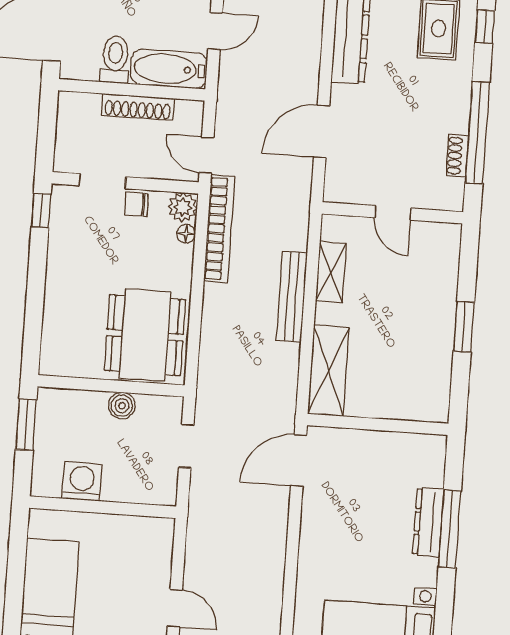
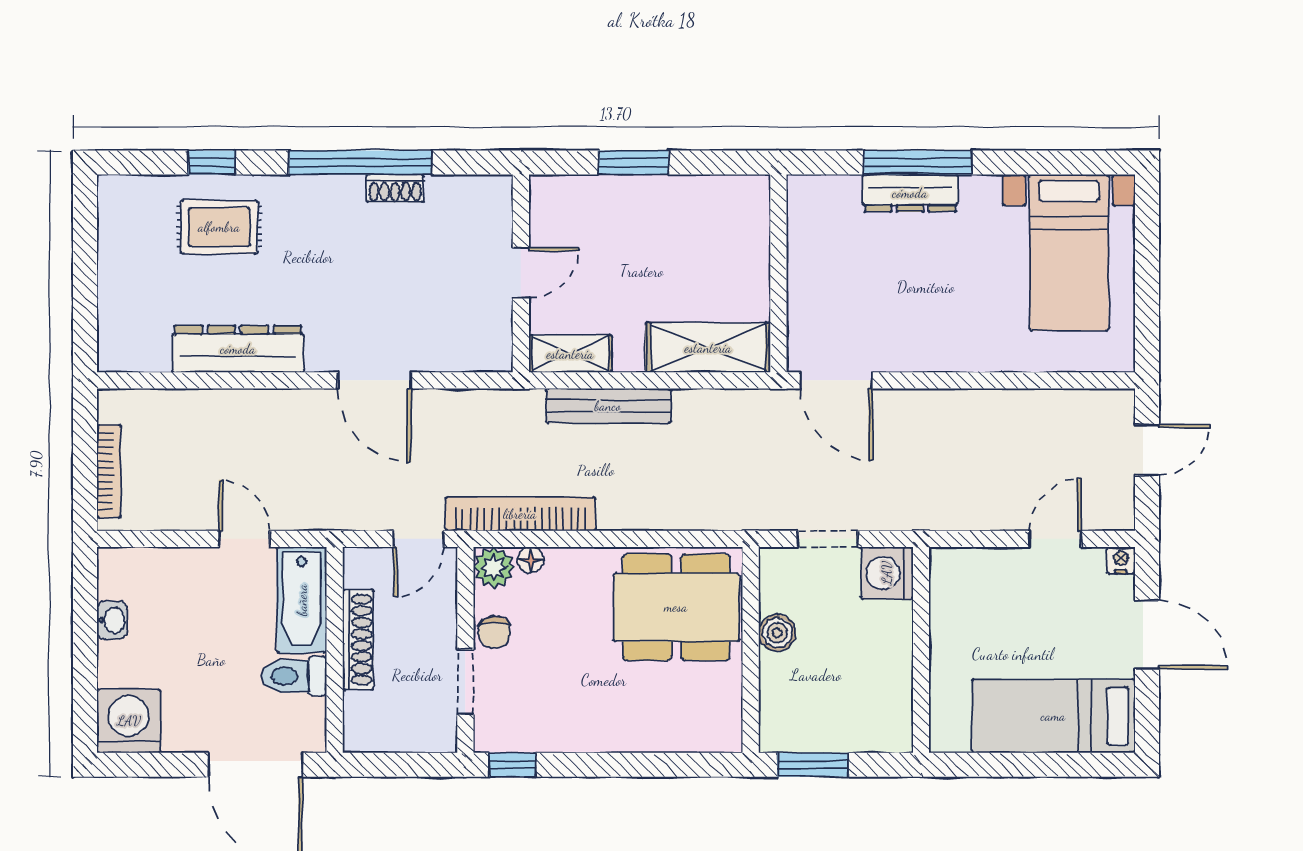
wall: (392, 213) -> (521, 273), moved
door: (393, 213) -> (521, 273), moved
washing machine: (82, 481) -> (887, 573), moved

